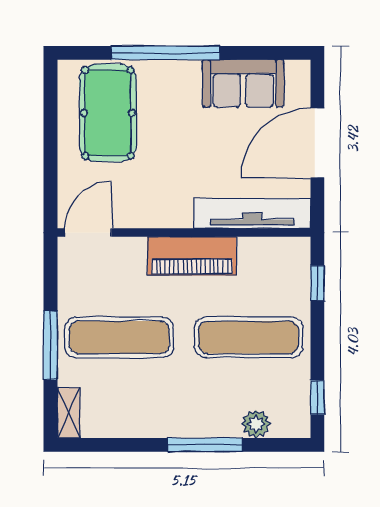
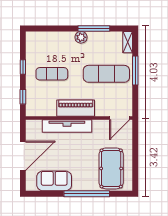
tv unit: (252, 214) -> (67, 126), moved
exercise mat: (249, 337) -> (52, 74), width x0.73, depth x0.69
window: (317, 398) -> (23, 67), moved
plant: (256, 424) -> (81, 37), moved
window: (205, 445) -> (94, 28), moved

